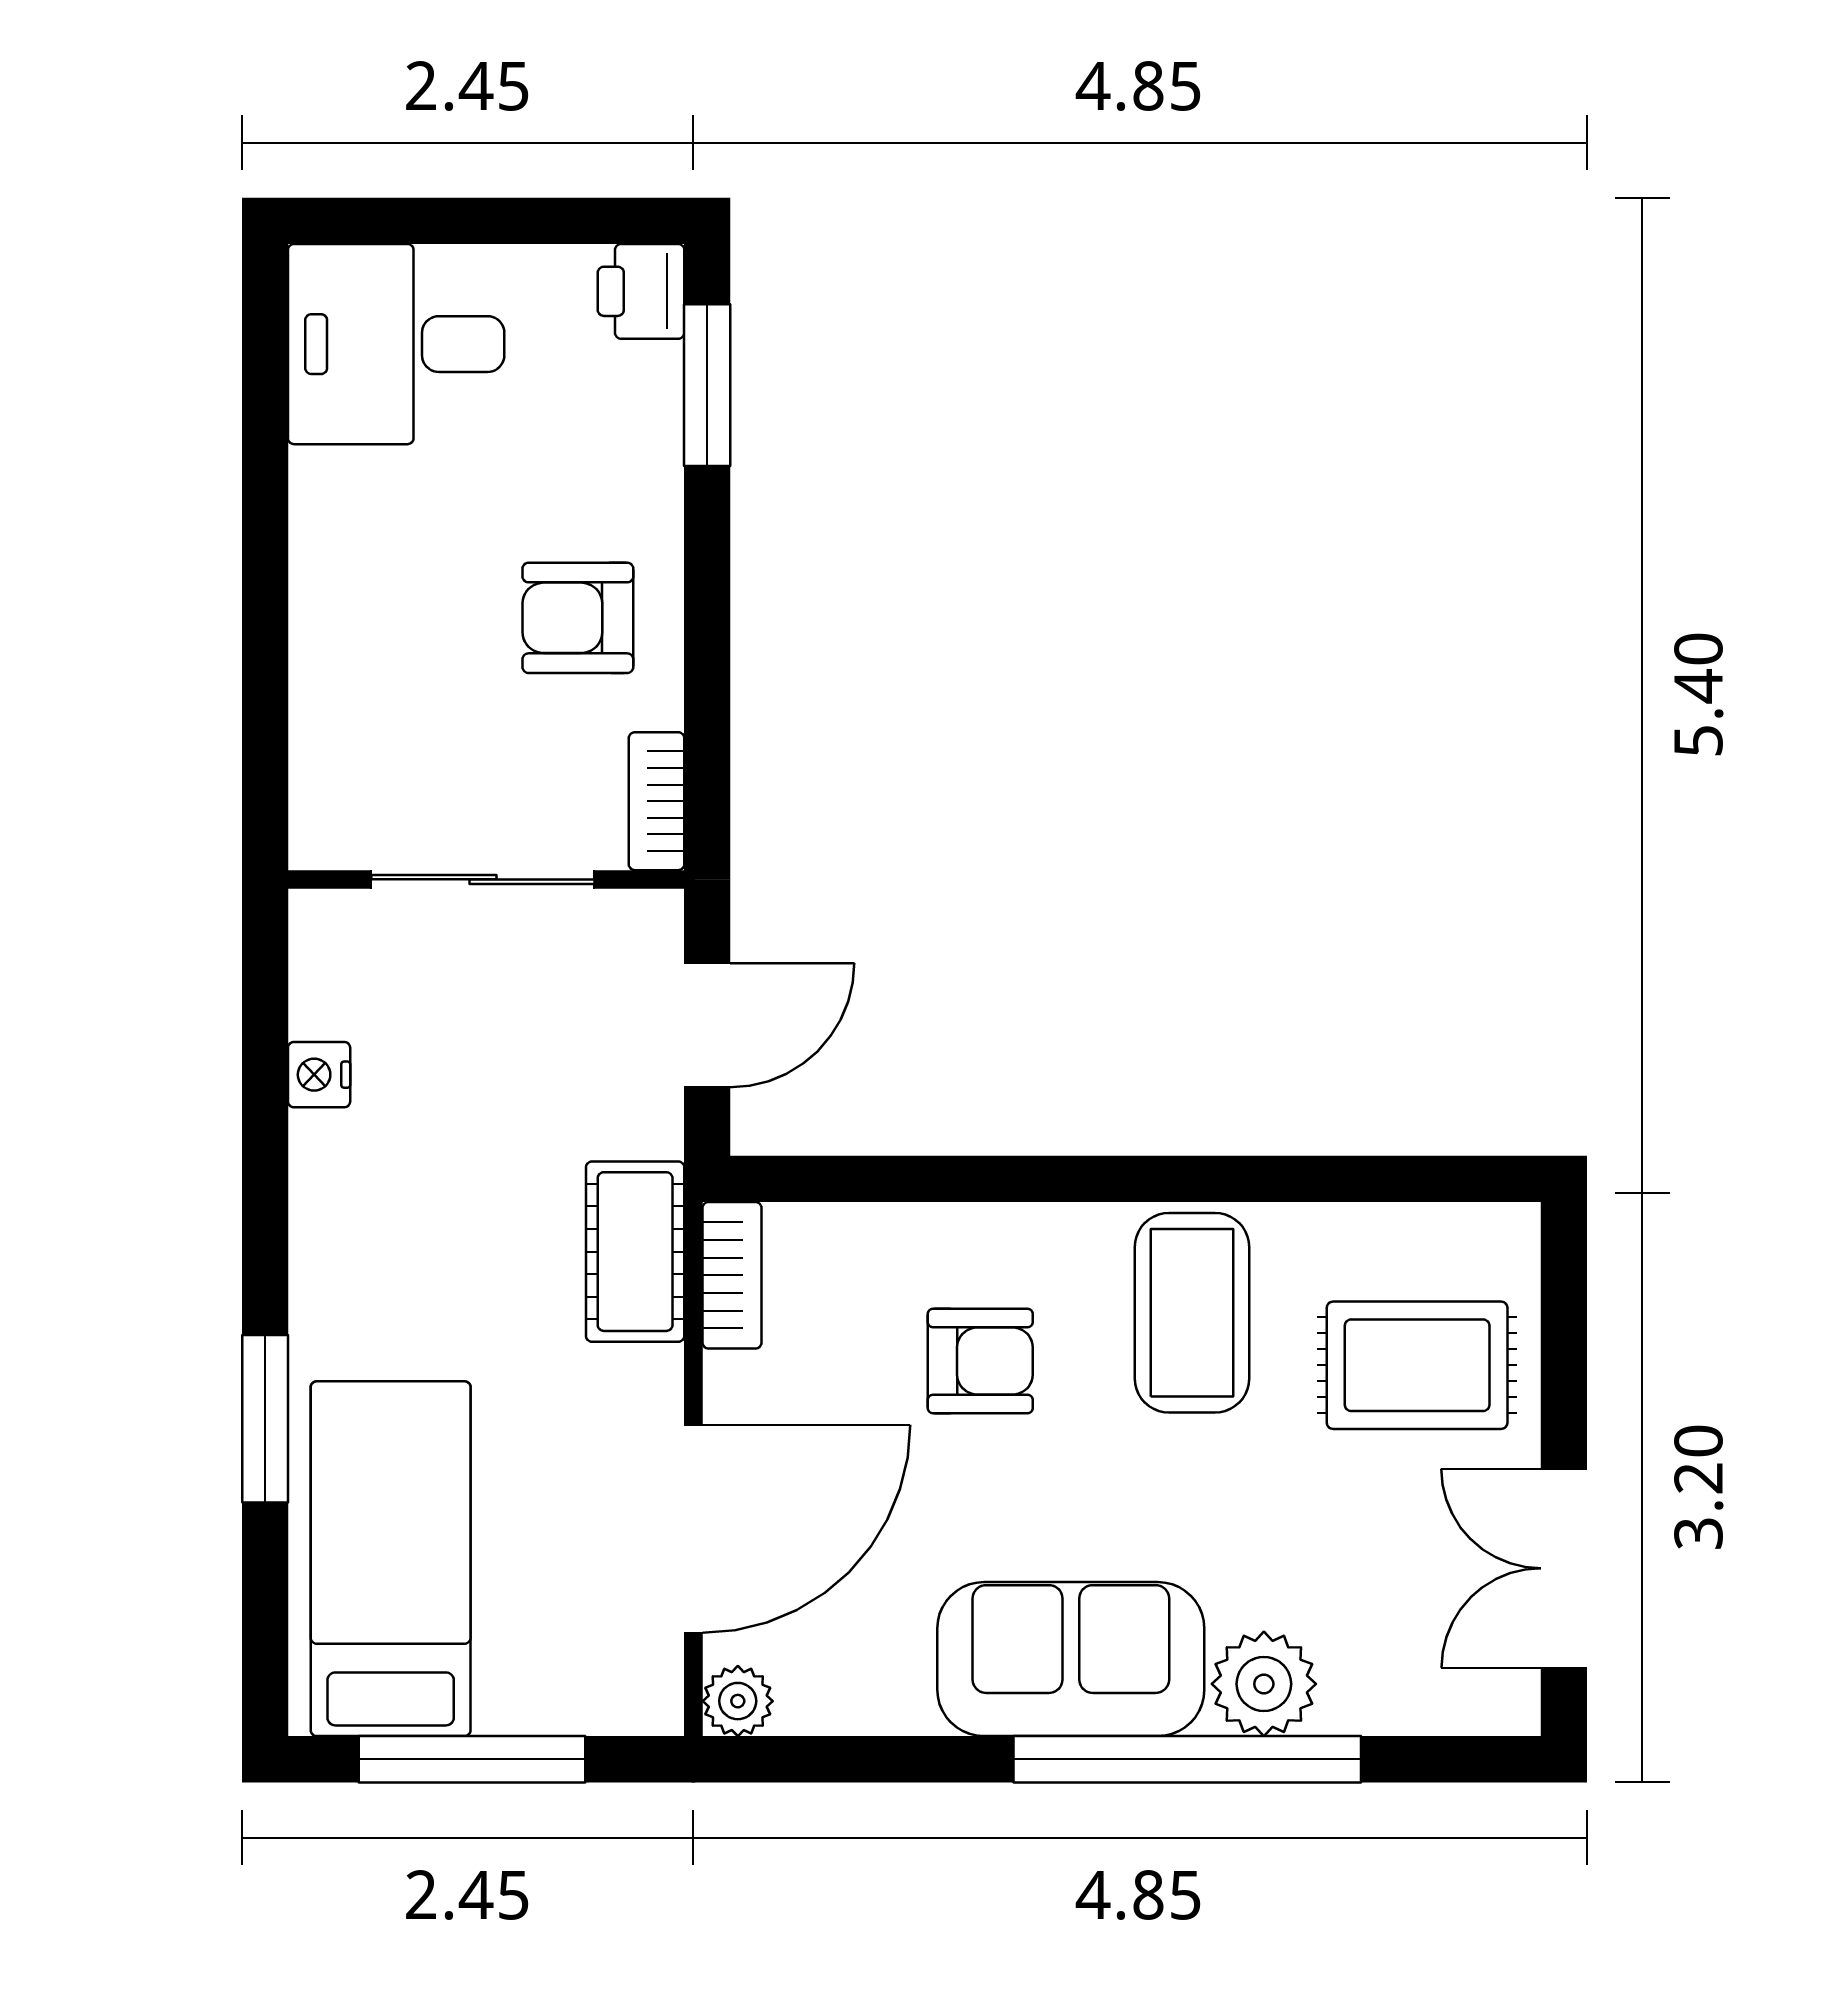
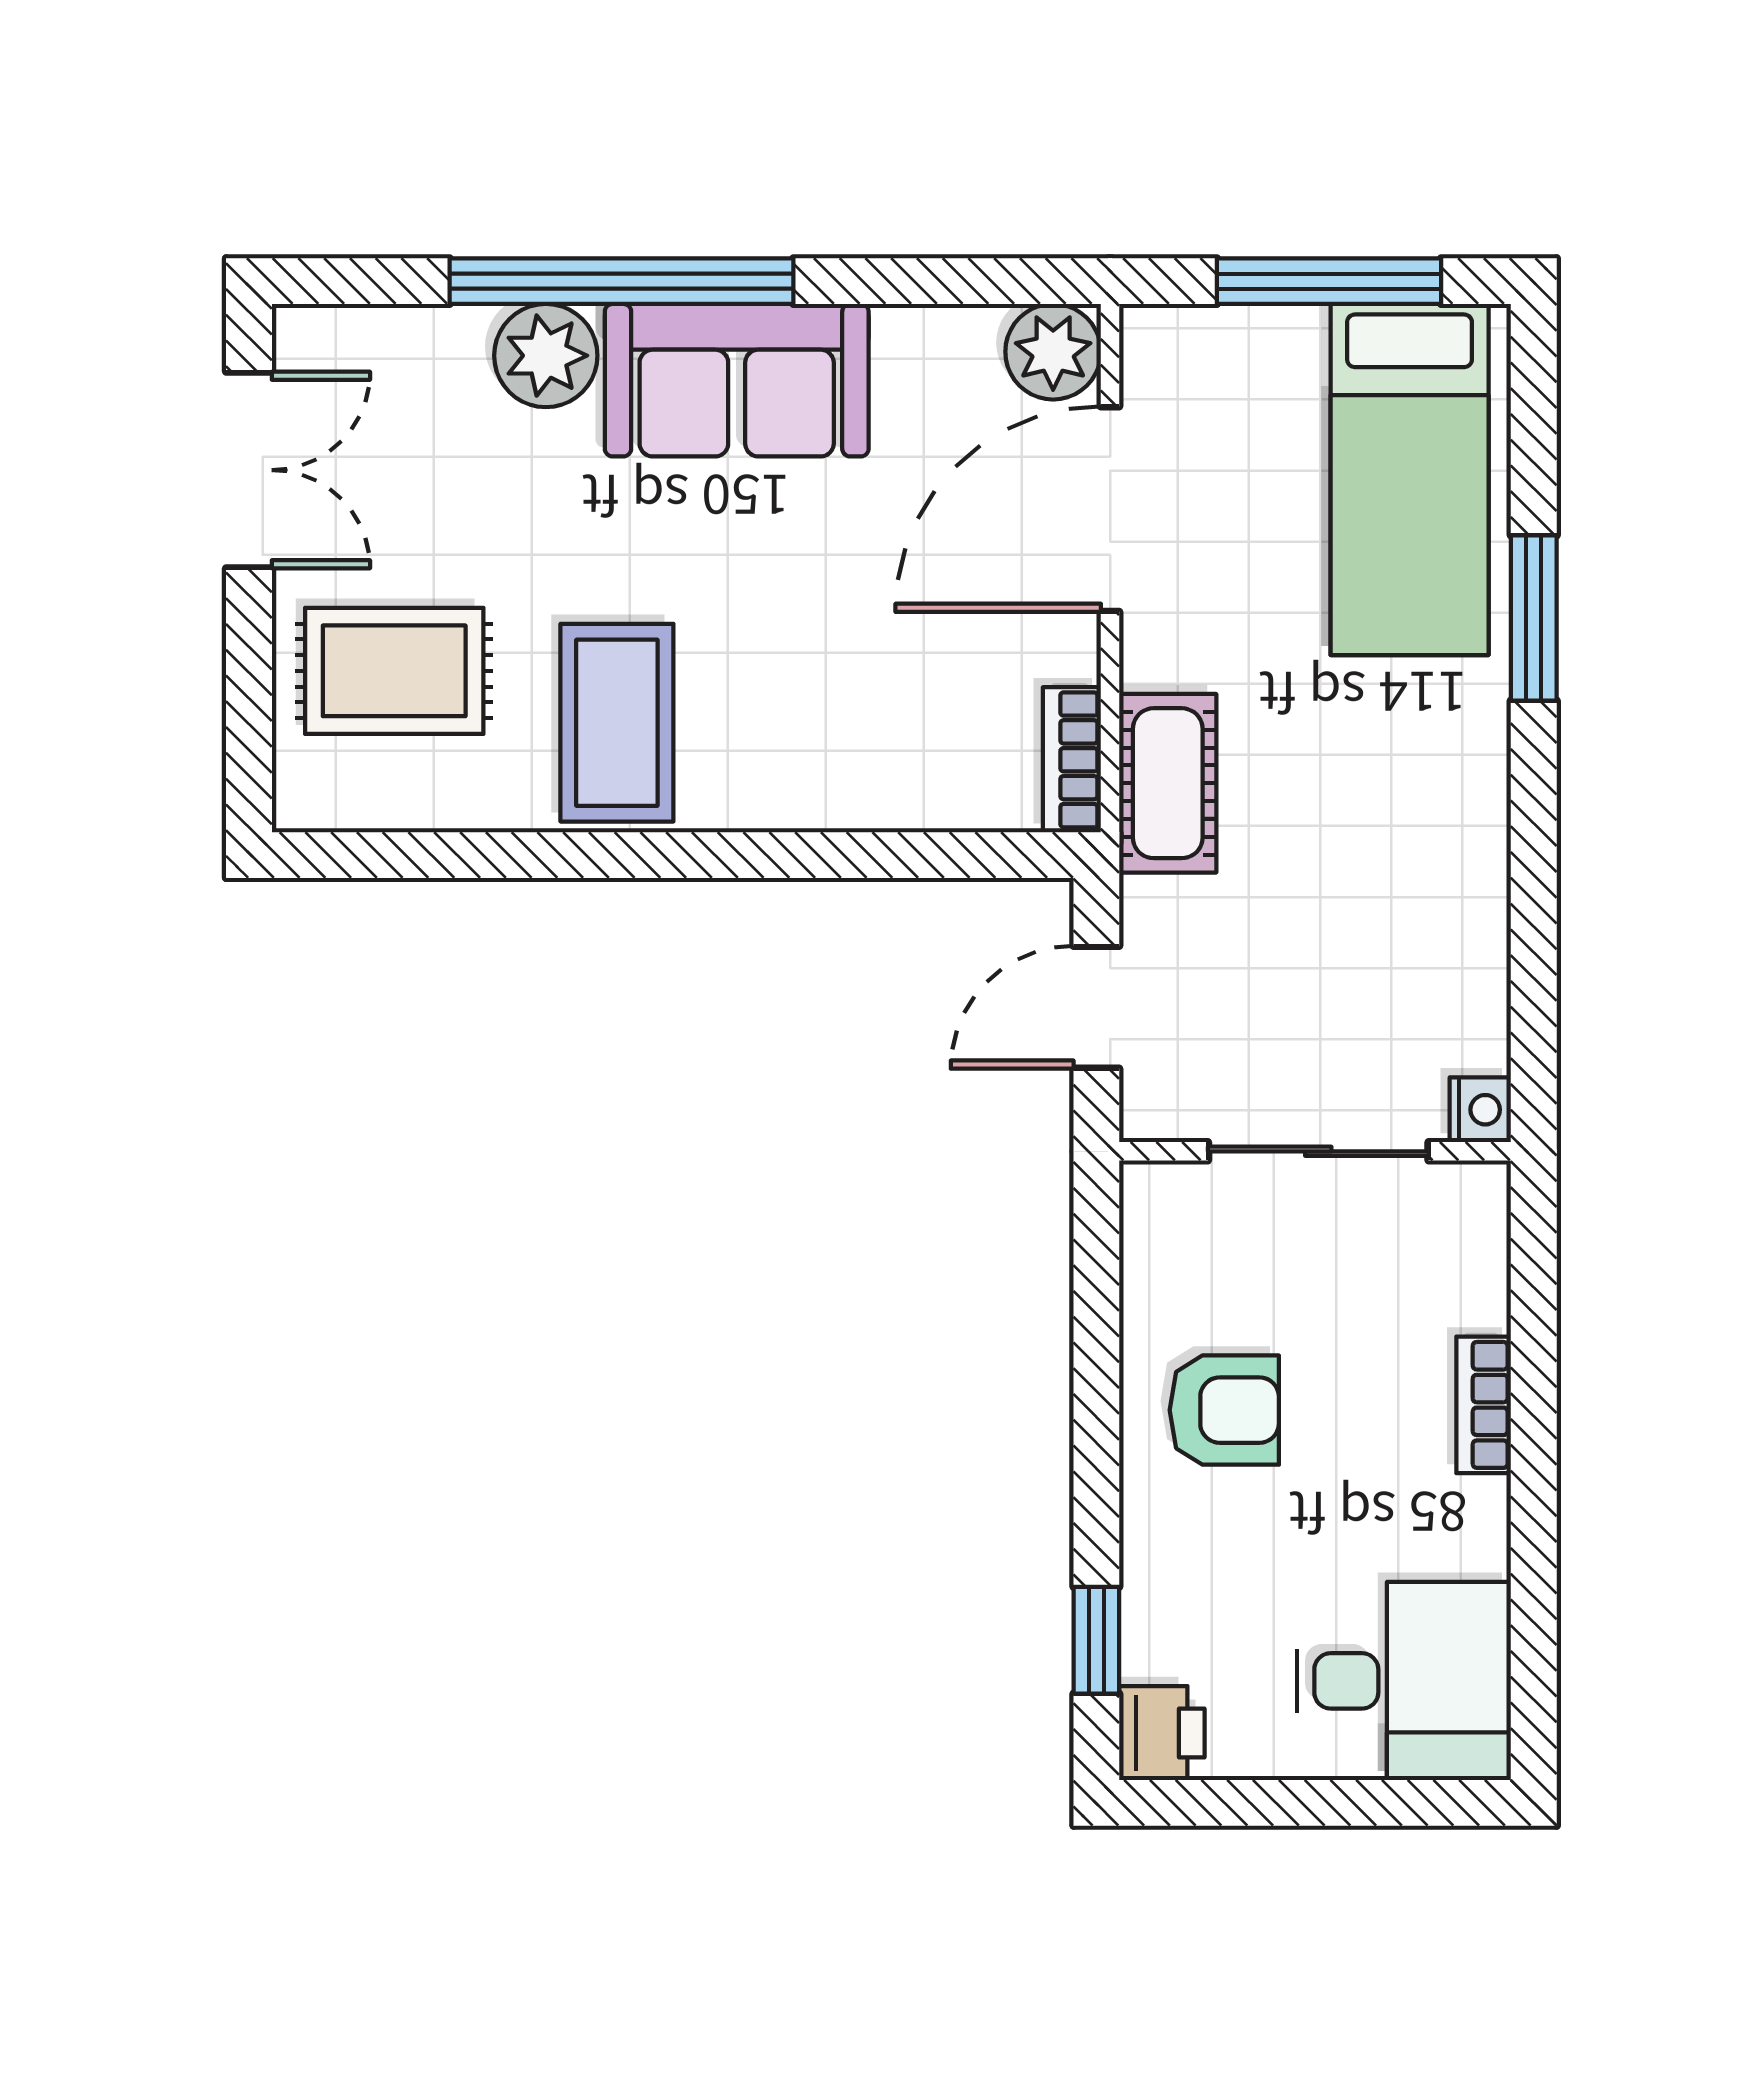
window: (707, 385) -> (1096, 1640), width x0.67
bookcase: (657, 801) -> (1484, 1405), moved, turned 180
nightstand: (319, 1075) -> (1480, 1110), moved
armchair: (980, 1361) -> (826, 675), removed
plant: (738, 1701) -> (1053, 352), width x1.38, depth x1.38

